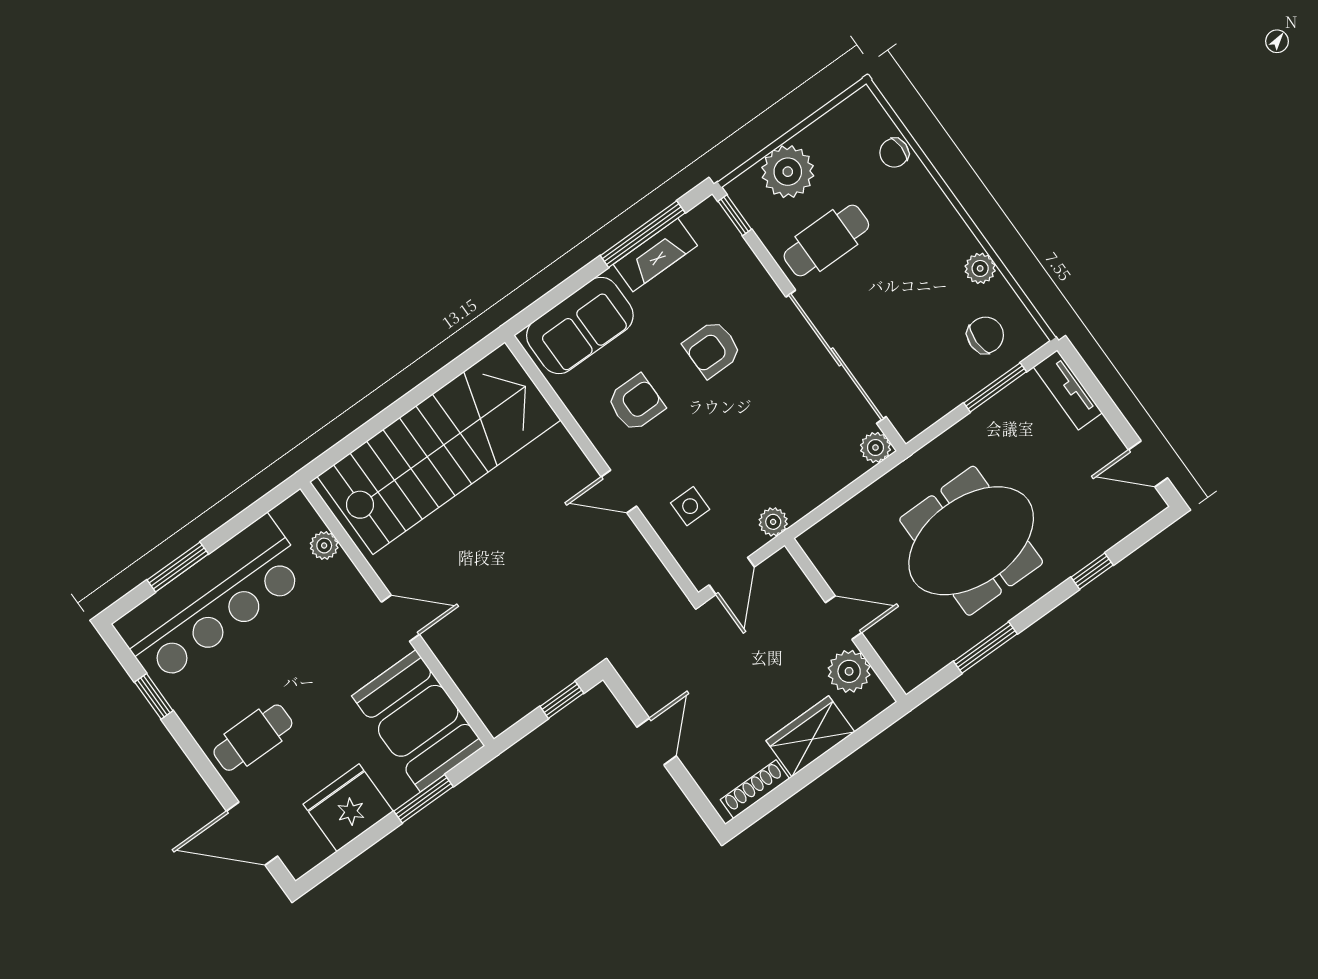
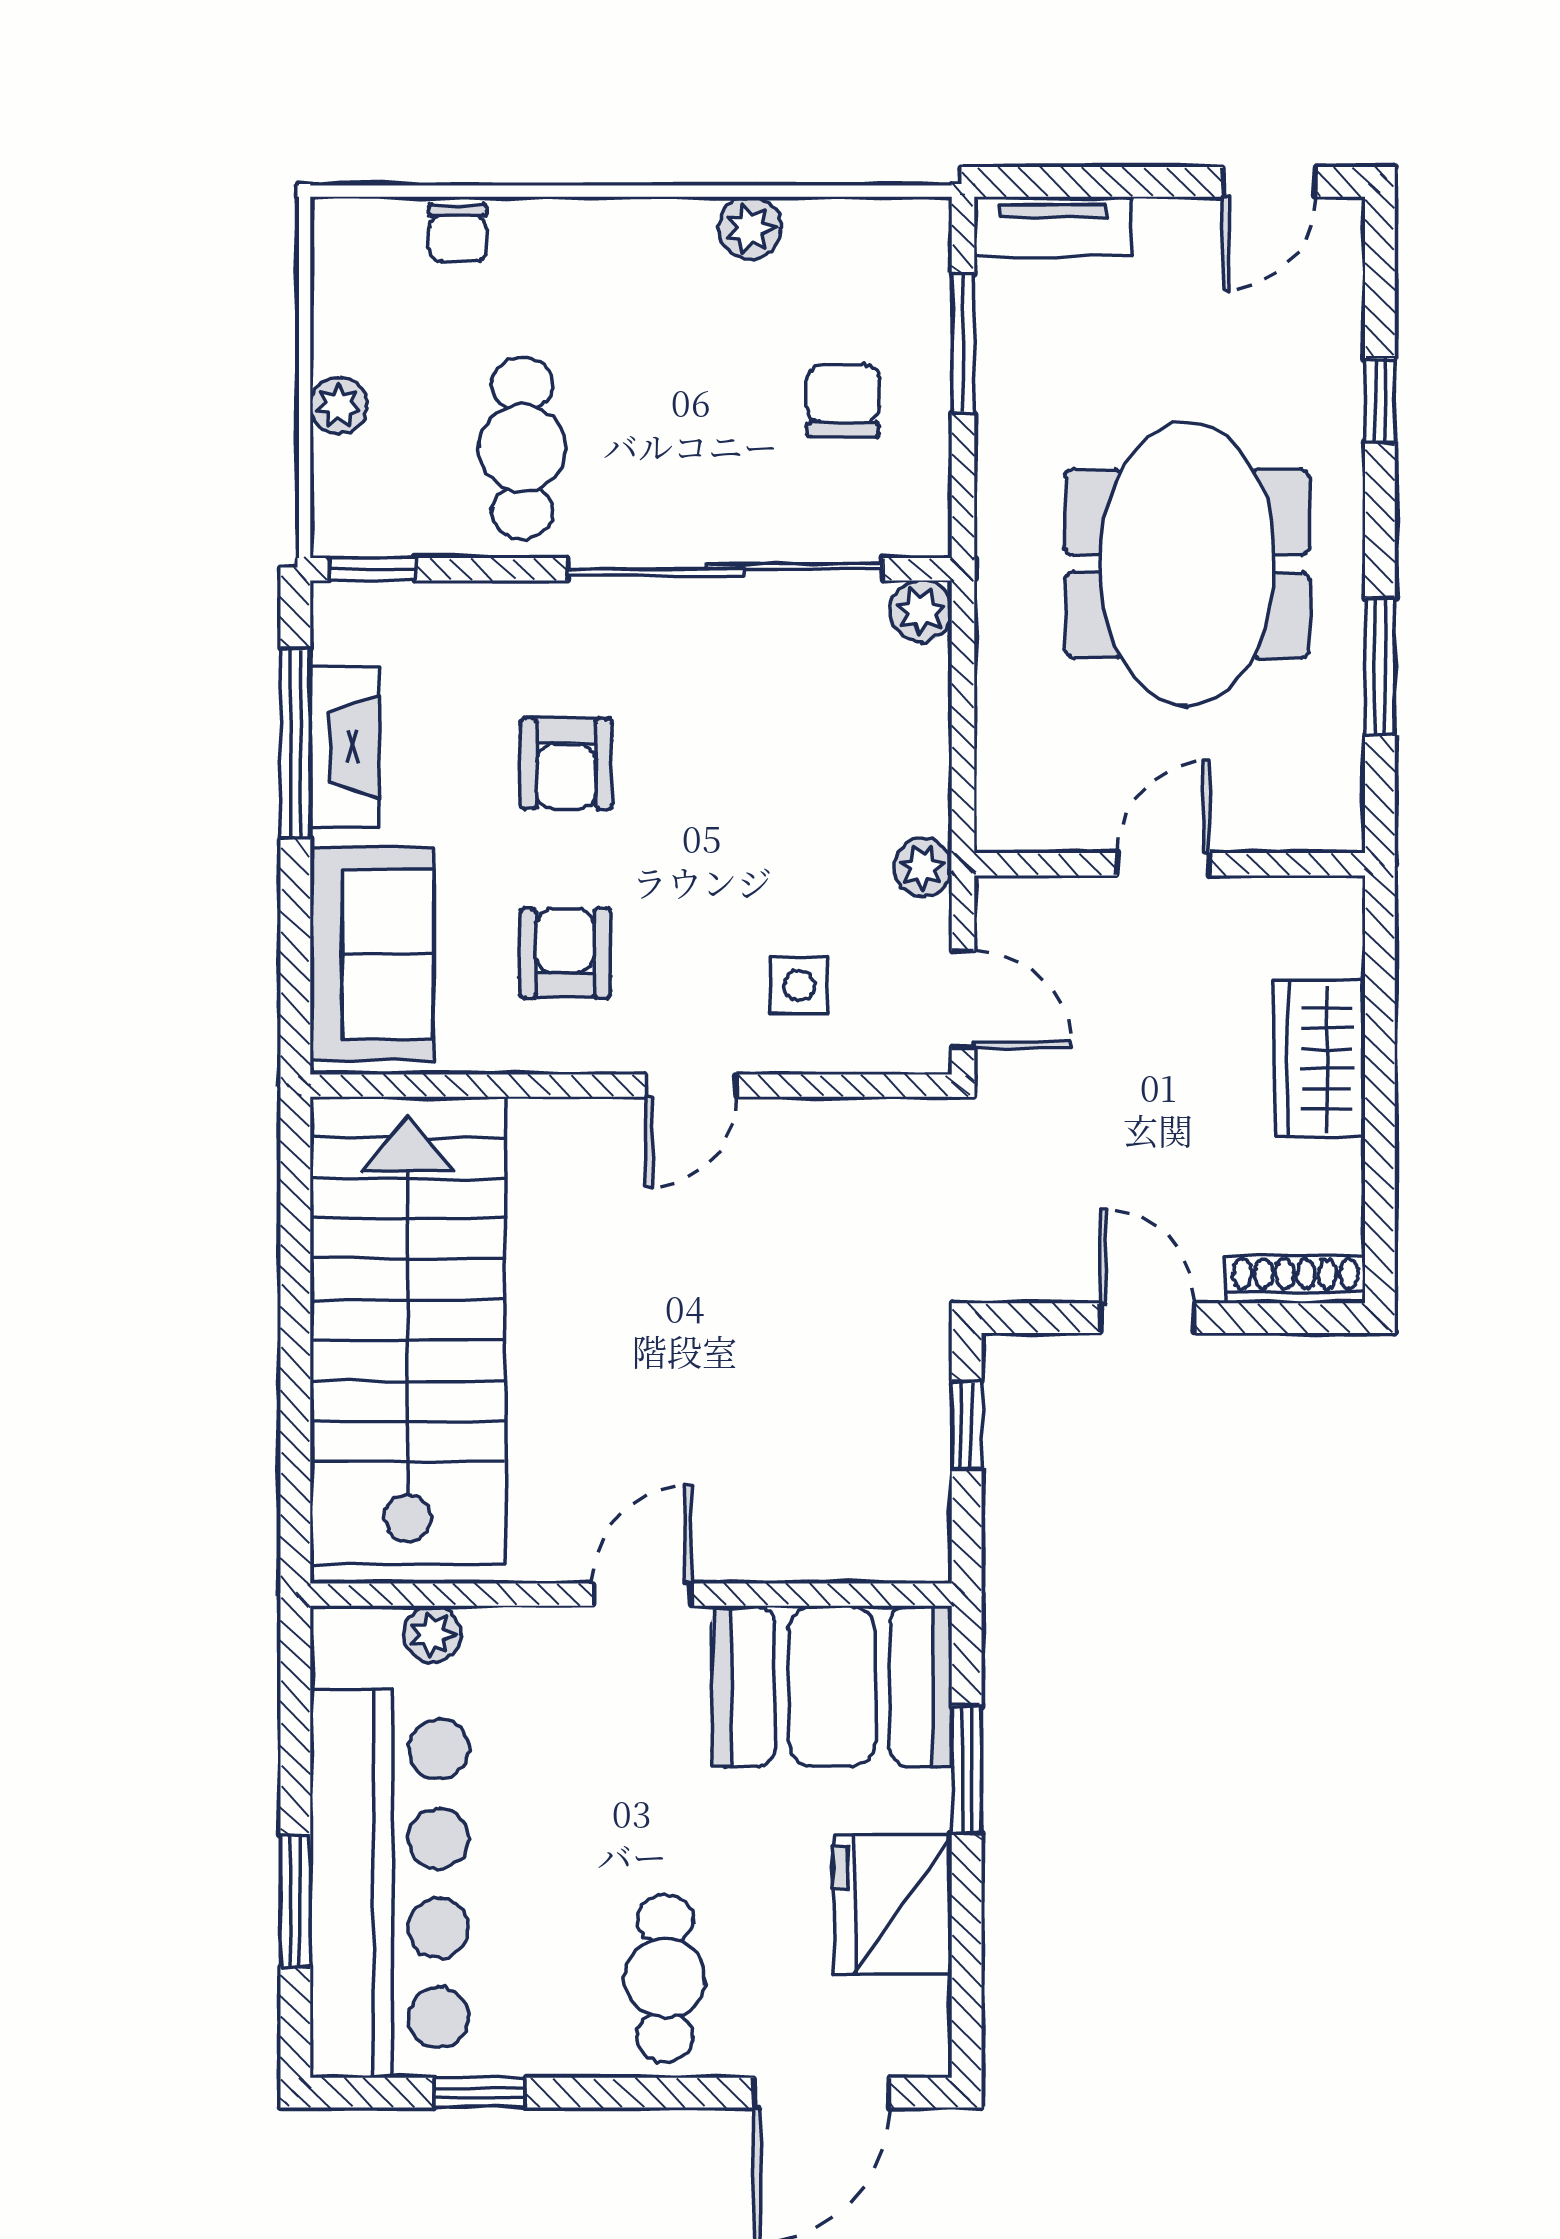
plant: (788, 172) -> (339, 406), width x0.53, depth x0.53
chair: (985, 335) -> (843, 400), moved
plant: (849, 671) -> (1258, 919), removed
shoe rack: (755, 789) -> (1295, 1280), moved, turned 90

